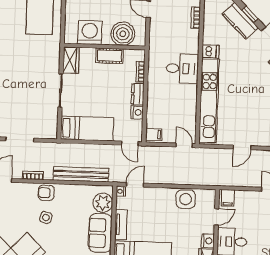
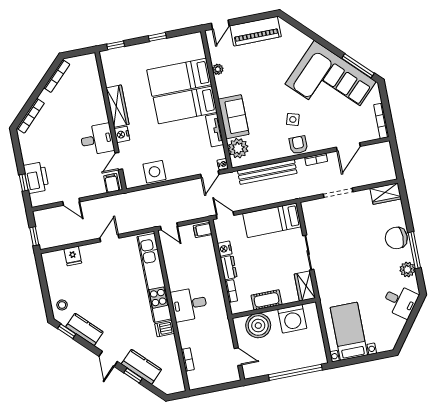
armchair: (46, 193) -> (298, 145), turned -90

